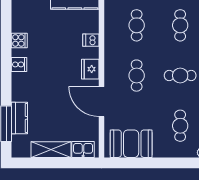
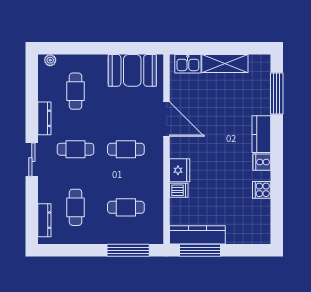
cafe table: (137, 25) -> (126, 207), turned 90
fridge: (90, 69) -> (180, 170), moved
cafe table: (137, 76) -> (126, 149), turned 90
kitchen counter: (19, 118) -> (261, 134), moved

